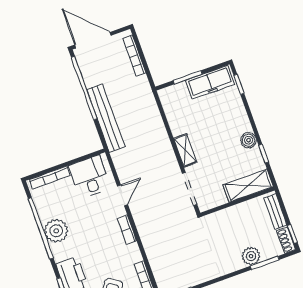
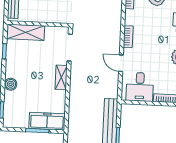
freezer: (210, 82) -> (47, 121), moved
boiler: (249, 140) -> (11, 84), moved
door: (123, 195) -> (121, 63), hinge flipped

